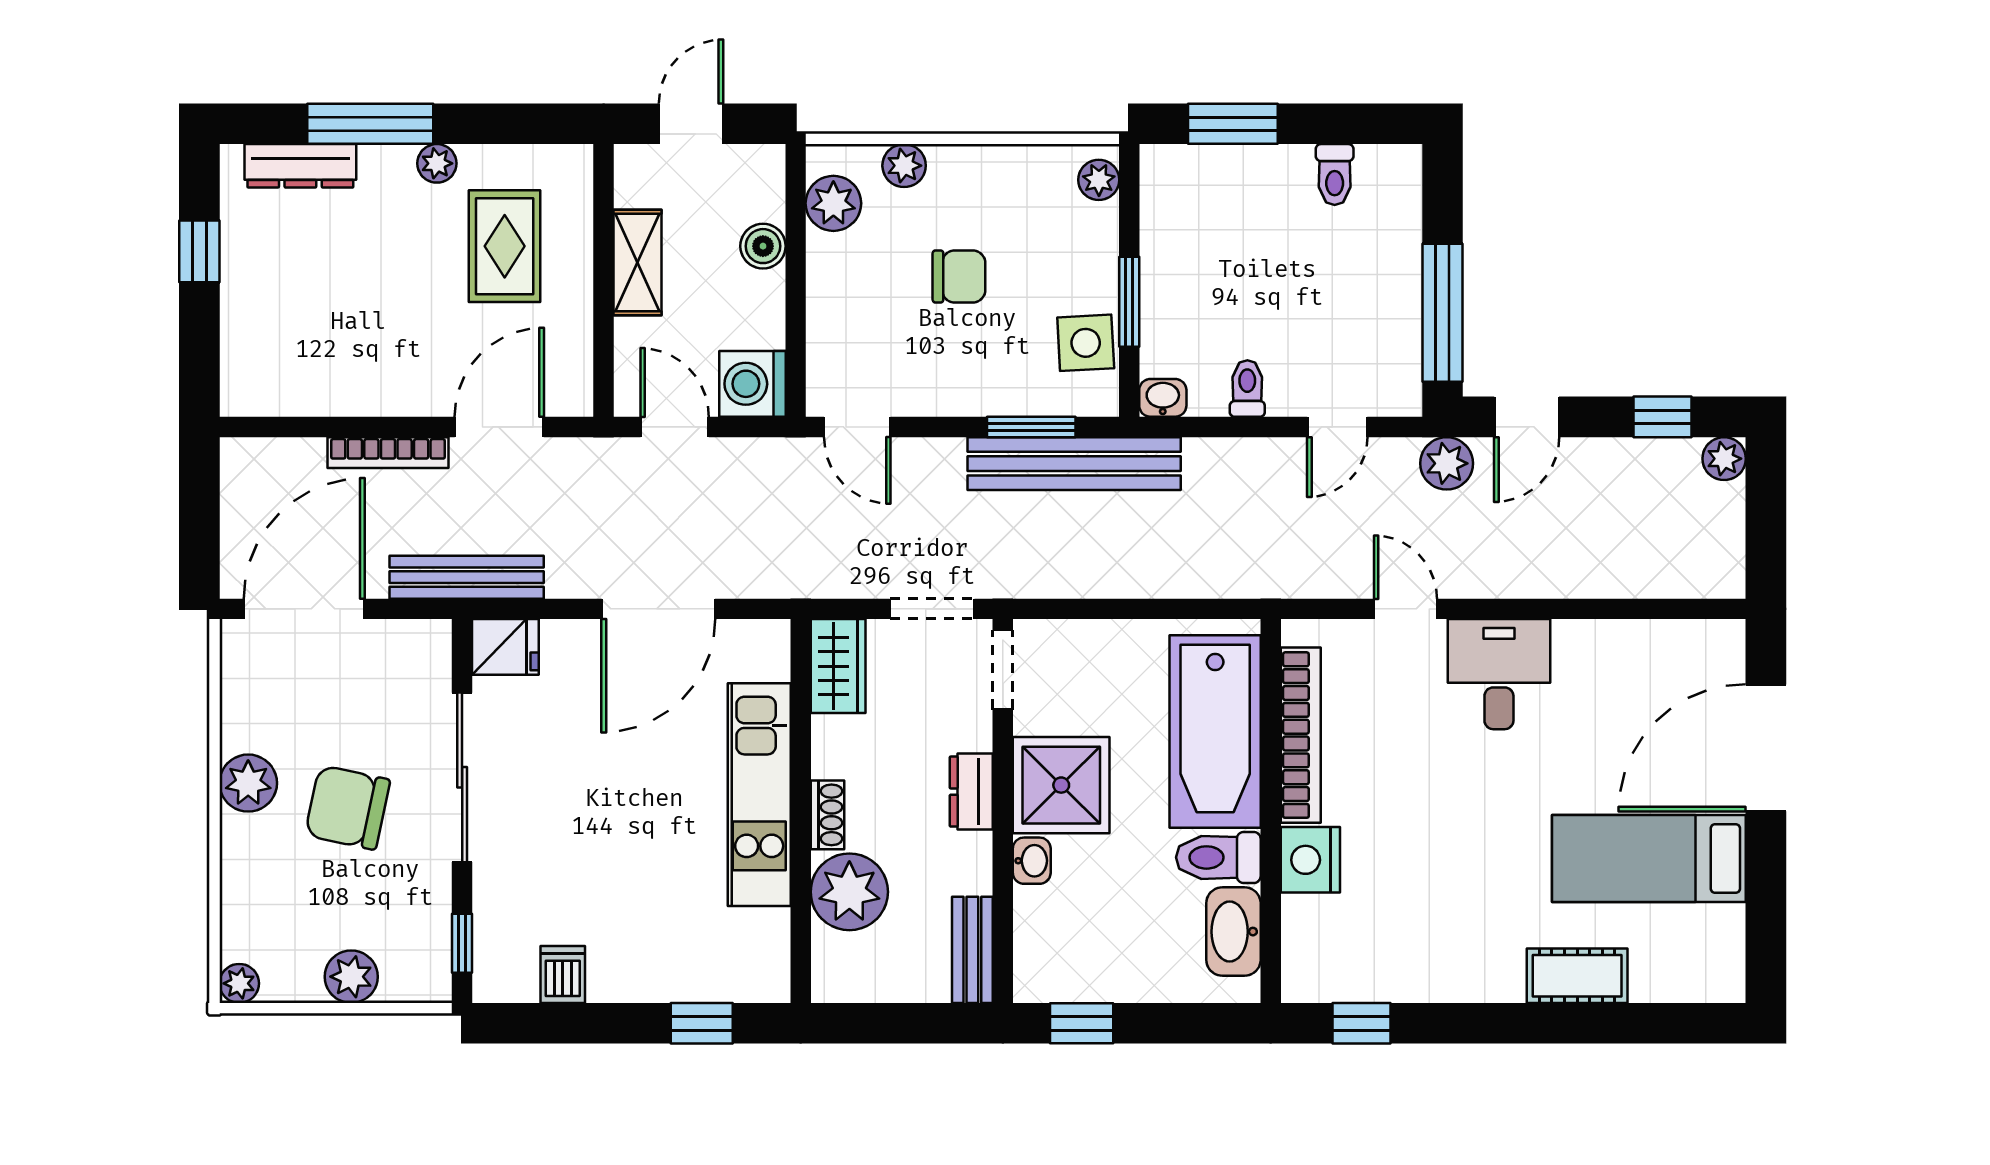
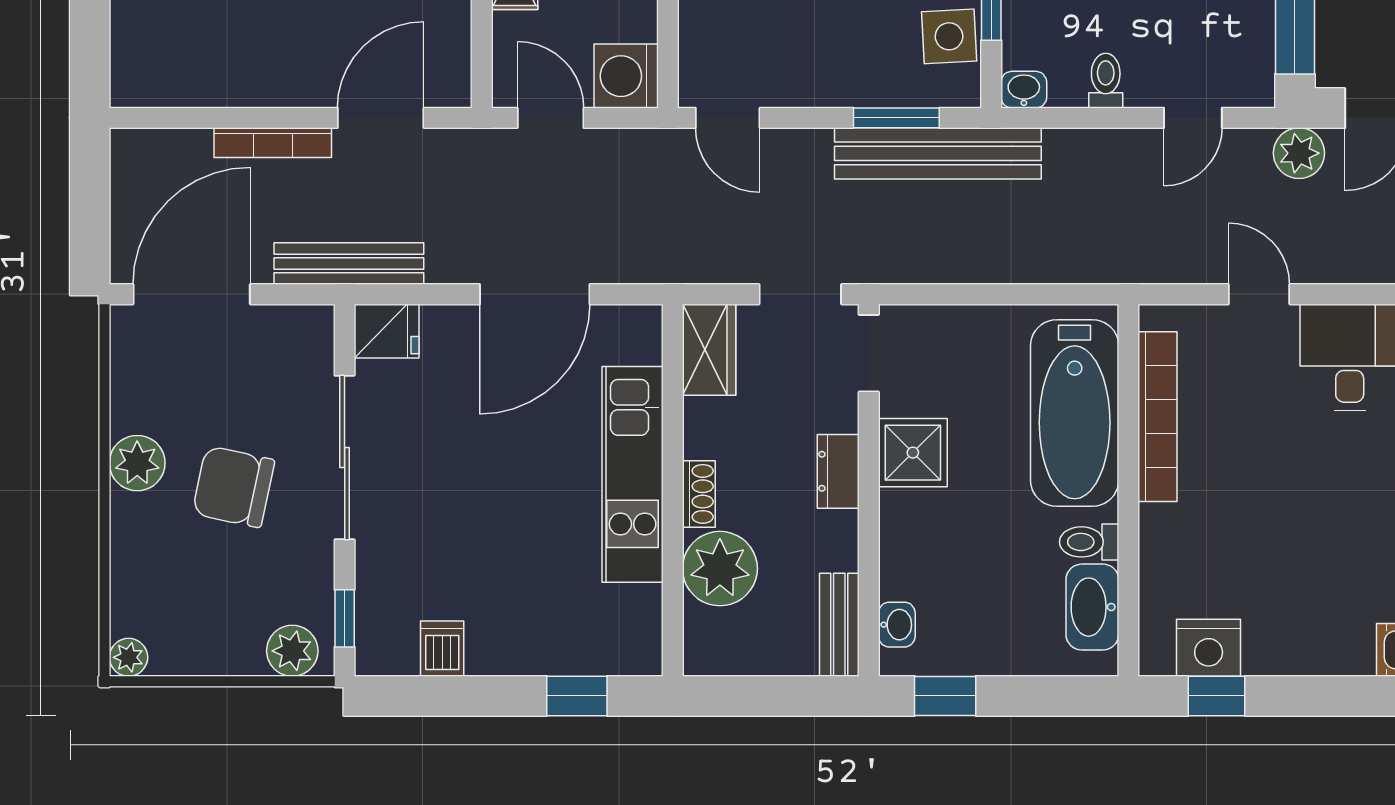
shower: (1061, 785) -> (913, 453), width x0.73, depth x0.73
toilet: (1218, 857) -> (1089, 542), width x0.73, depth x0.72
nightstand: (1310, 860) -> (1209, 648), moved, turned -90
washbasin: (1032, 861) -> (897, 625), moved
plant: (351, 977) -> (292, 651), moved

